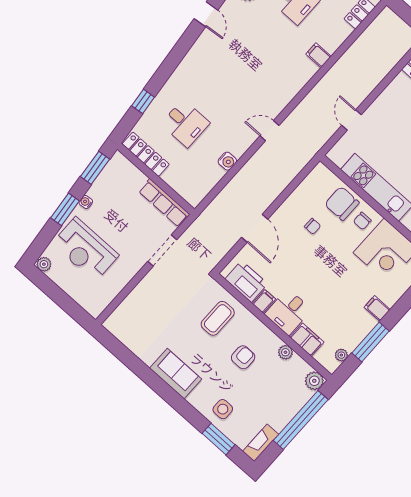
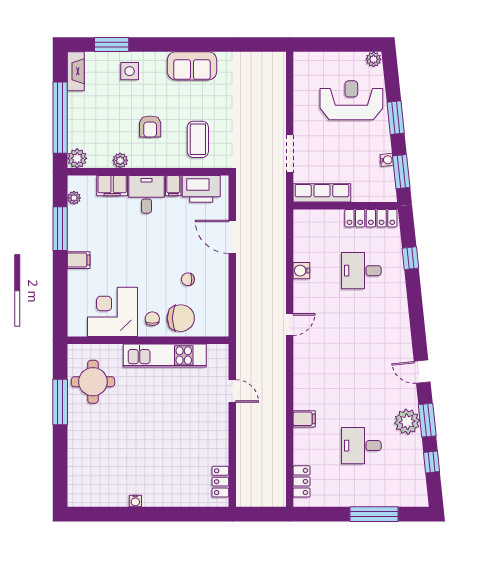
water cooler: (86, 202) -> (387, 160), moved

